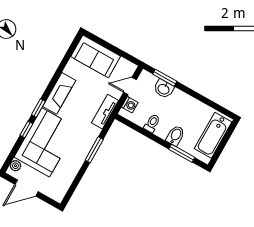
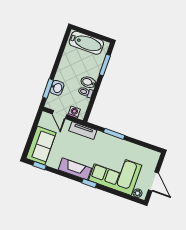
window: (26, 129) -> (39, 166), moved
bidet: (175, 136) -> (88, 82), moved

